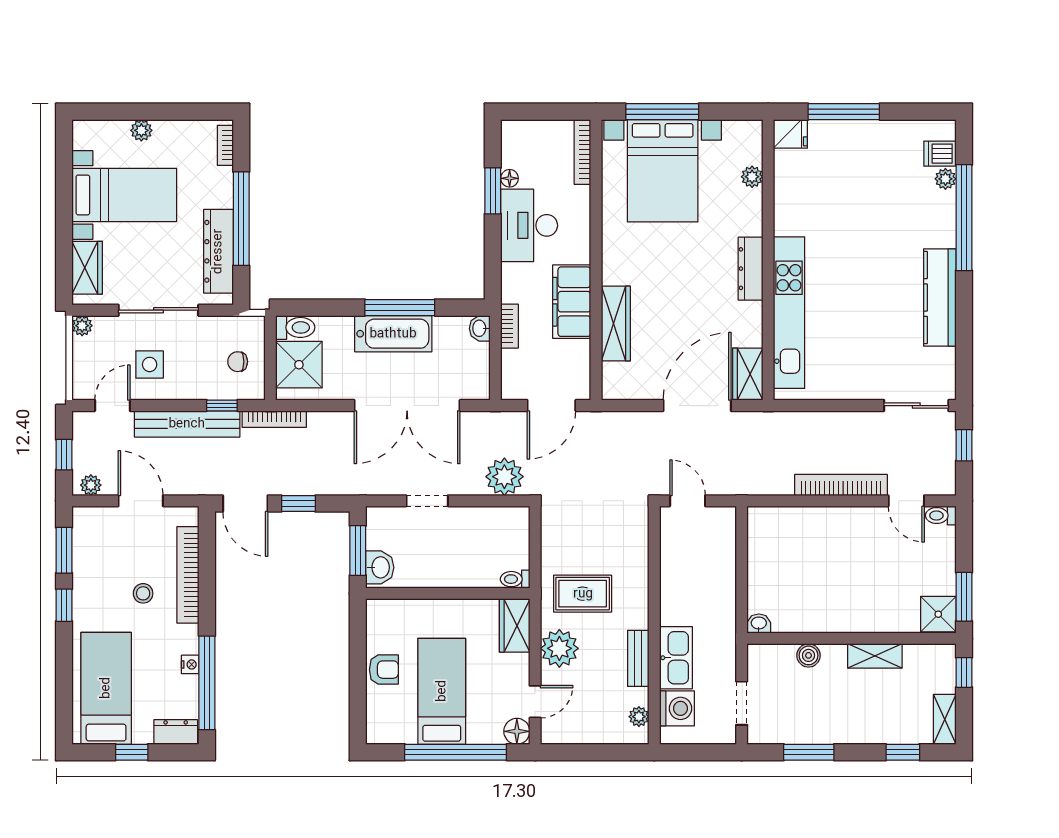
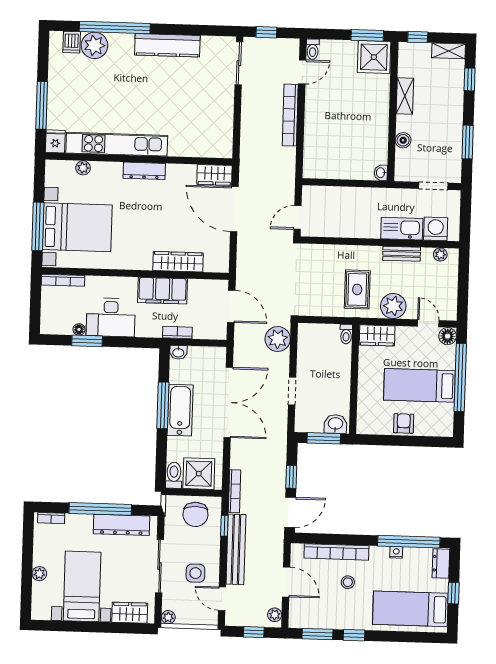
plant: (945, 179) -> (94, 45), width x1.87, depth x1.87
kitchen unit: (789, 313) -> (117, 144), moved
chair: (238, 362) -> (195, 514), width x1.87, depth x1.87
door: (141, 501) -> (286, 582), swing flipped
shower: (938, 614) -> (374, 57), width x1.36, depth x1.36

